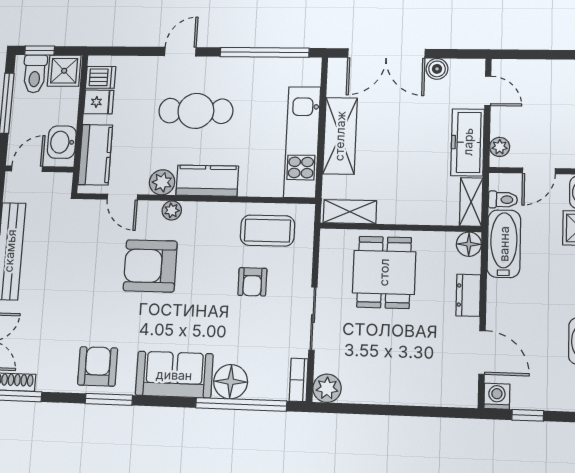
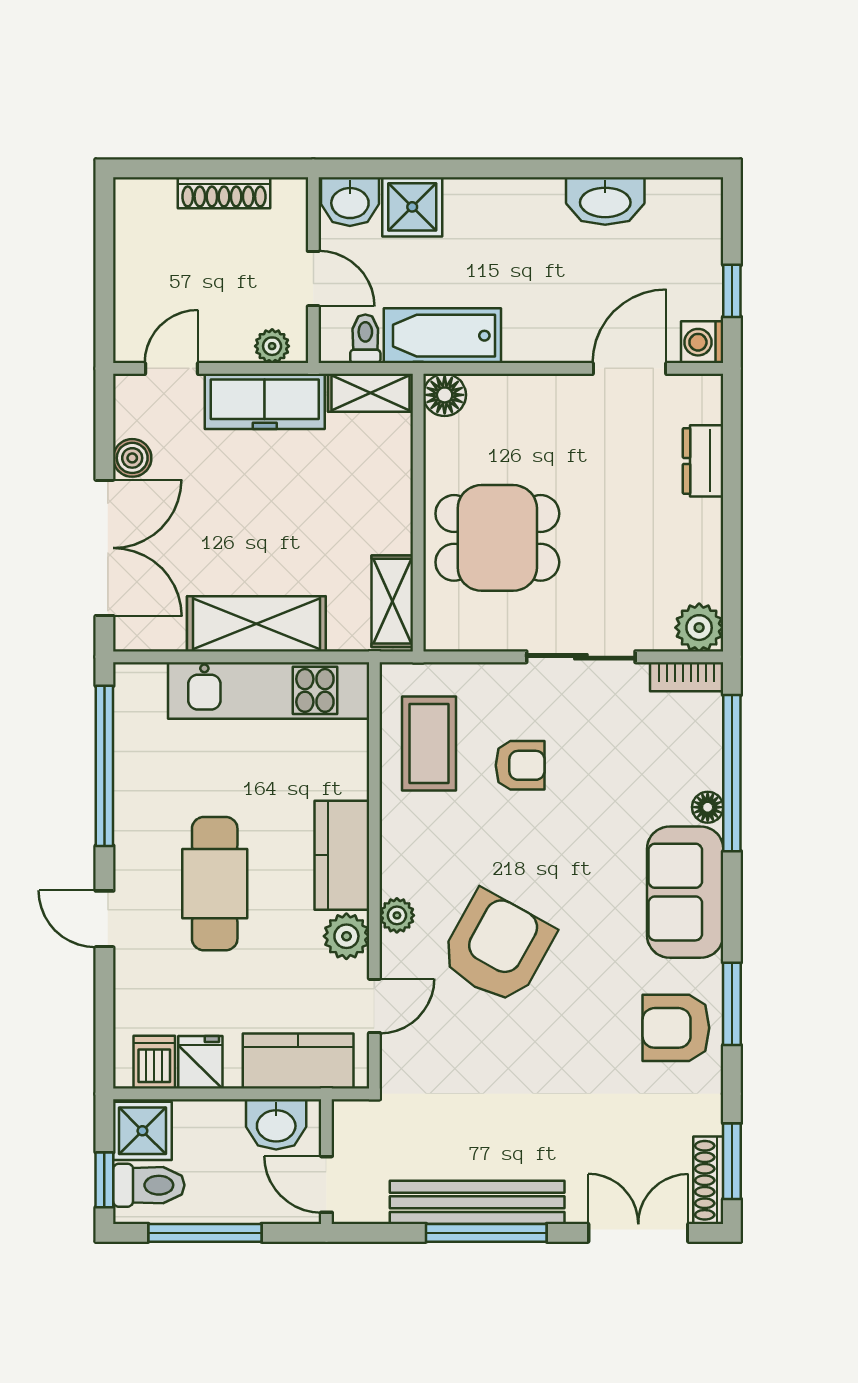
armchair: (150, 266) -> (497, 947), turned -151
dresser: (468, 295) -> (703, 461), moved, turned 90
floor lamp: (231, 382) -> (708, 807), width x0.53, depth x0.53

